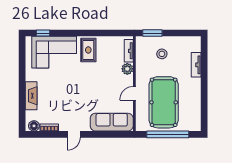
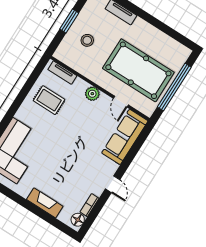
window: (152, 33) -> (69, 21), moved
rug: (88, 50) -> (49, 100), moved
plant: (127, 69) -> (92, 94), moved
door: (134, 93) -> (121, 102), moved

